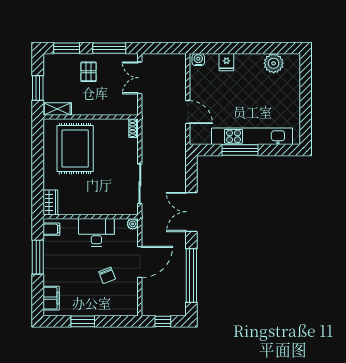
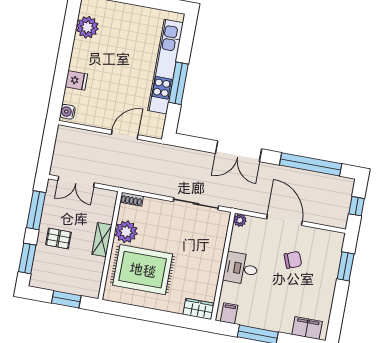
shelving: (57, 109) -> (102, 240), moved
plant: (105, 128) -> (126, 232), added
desk: (96, 232) -> (241, 268), width x0.73
window: (83, 321) -> (346, 266), moved

